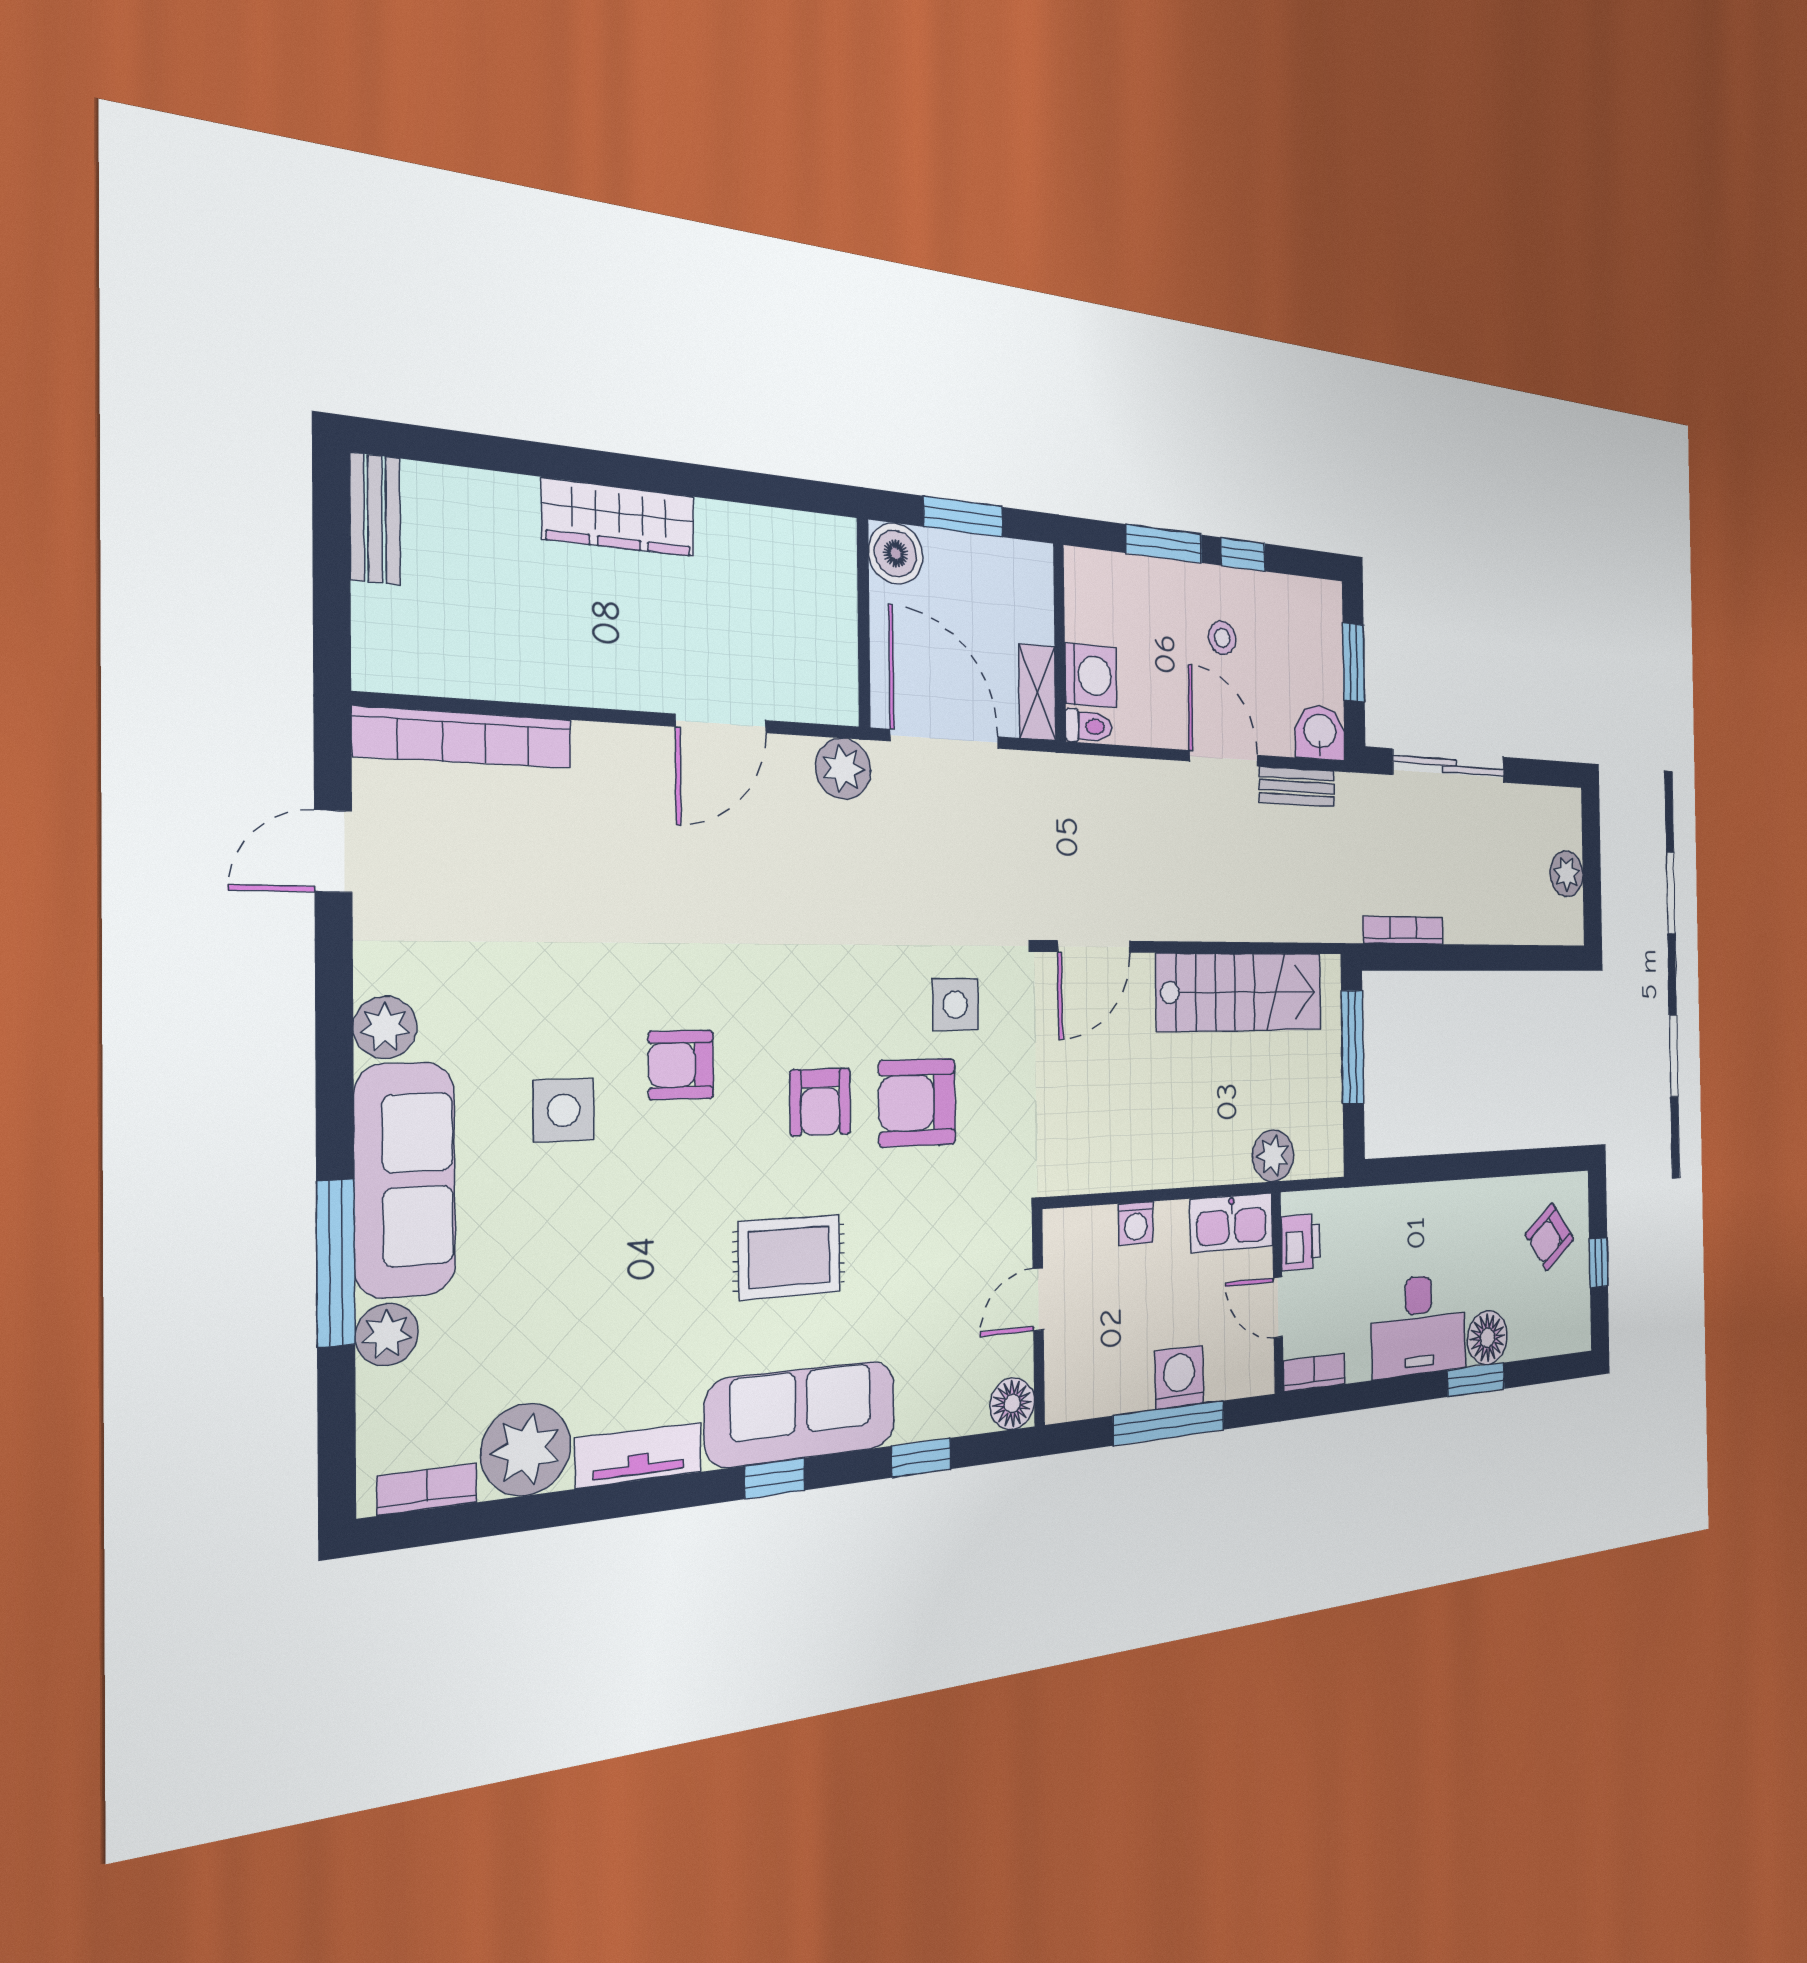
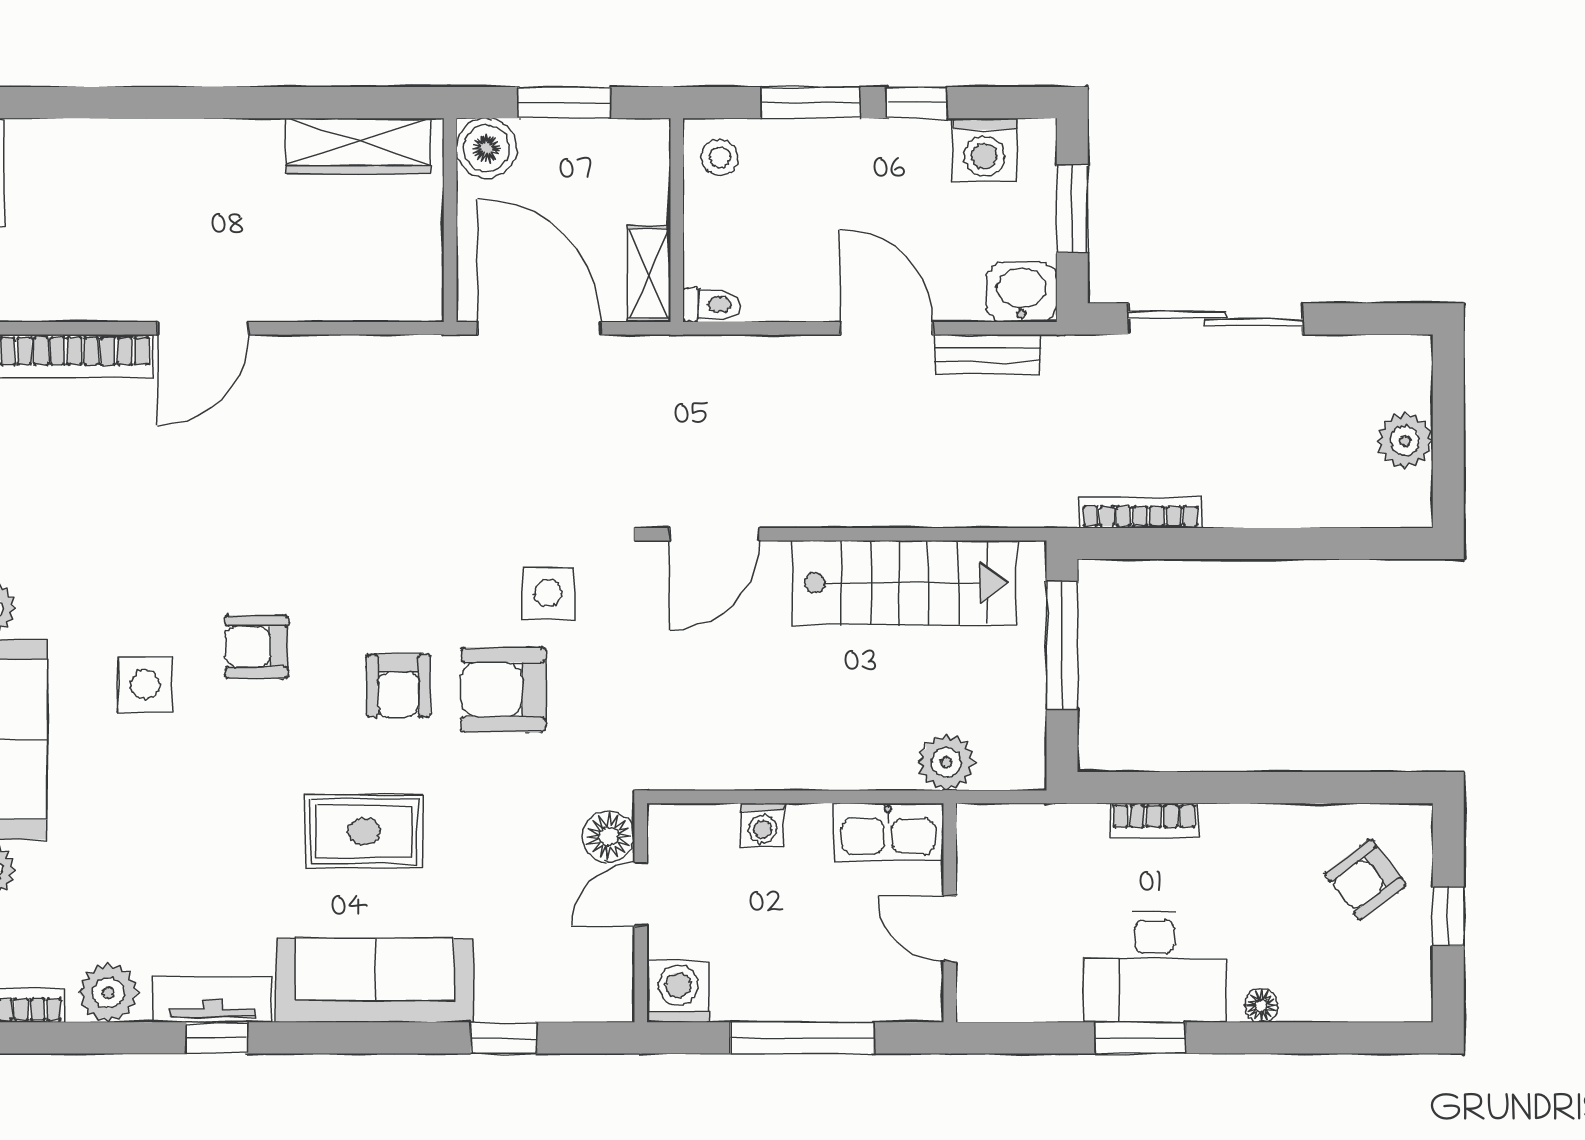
wardrobe: (619, 518) -> (358, 146), moved
stool: (1222, 638) -> (720, 157), moved
washing machine: (1091, 675) -> (984, 150), moved, turned 90
door: (721, 723) -> (203, 328), moved
plant: (843, 769) -> (426, 364), removed
printer: (1301, 1242) -> (983, 860), removed
floor lamp: (1487, 1338) -> (1261, 1006), width x0.53, depth x0.53
bookcase: (1314, 1373) -> (1154, 820), moved, turned 180
washing machine: (1179, 1377) -> (678, 991), moved
window: (1476, 1380) -> (1140, 1038), moved
floor lamp: (1012, 1404) -> (609, 836), moved
plant: (526, 1450) -> (108, 993), width x0.73, depth x0.73
window: (775, 1478) -> (217, 1038), moved

